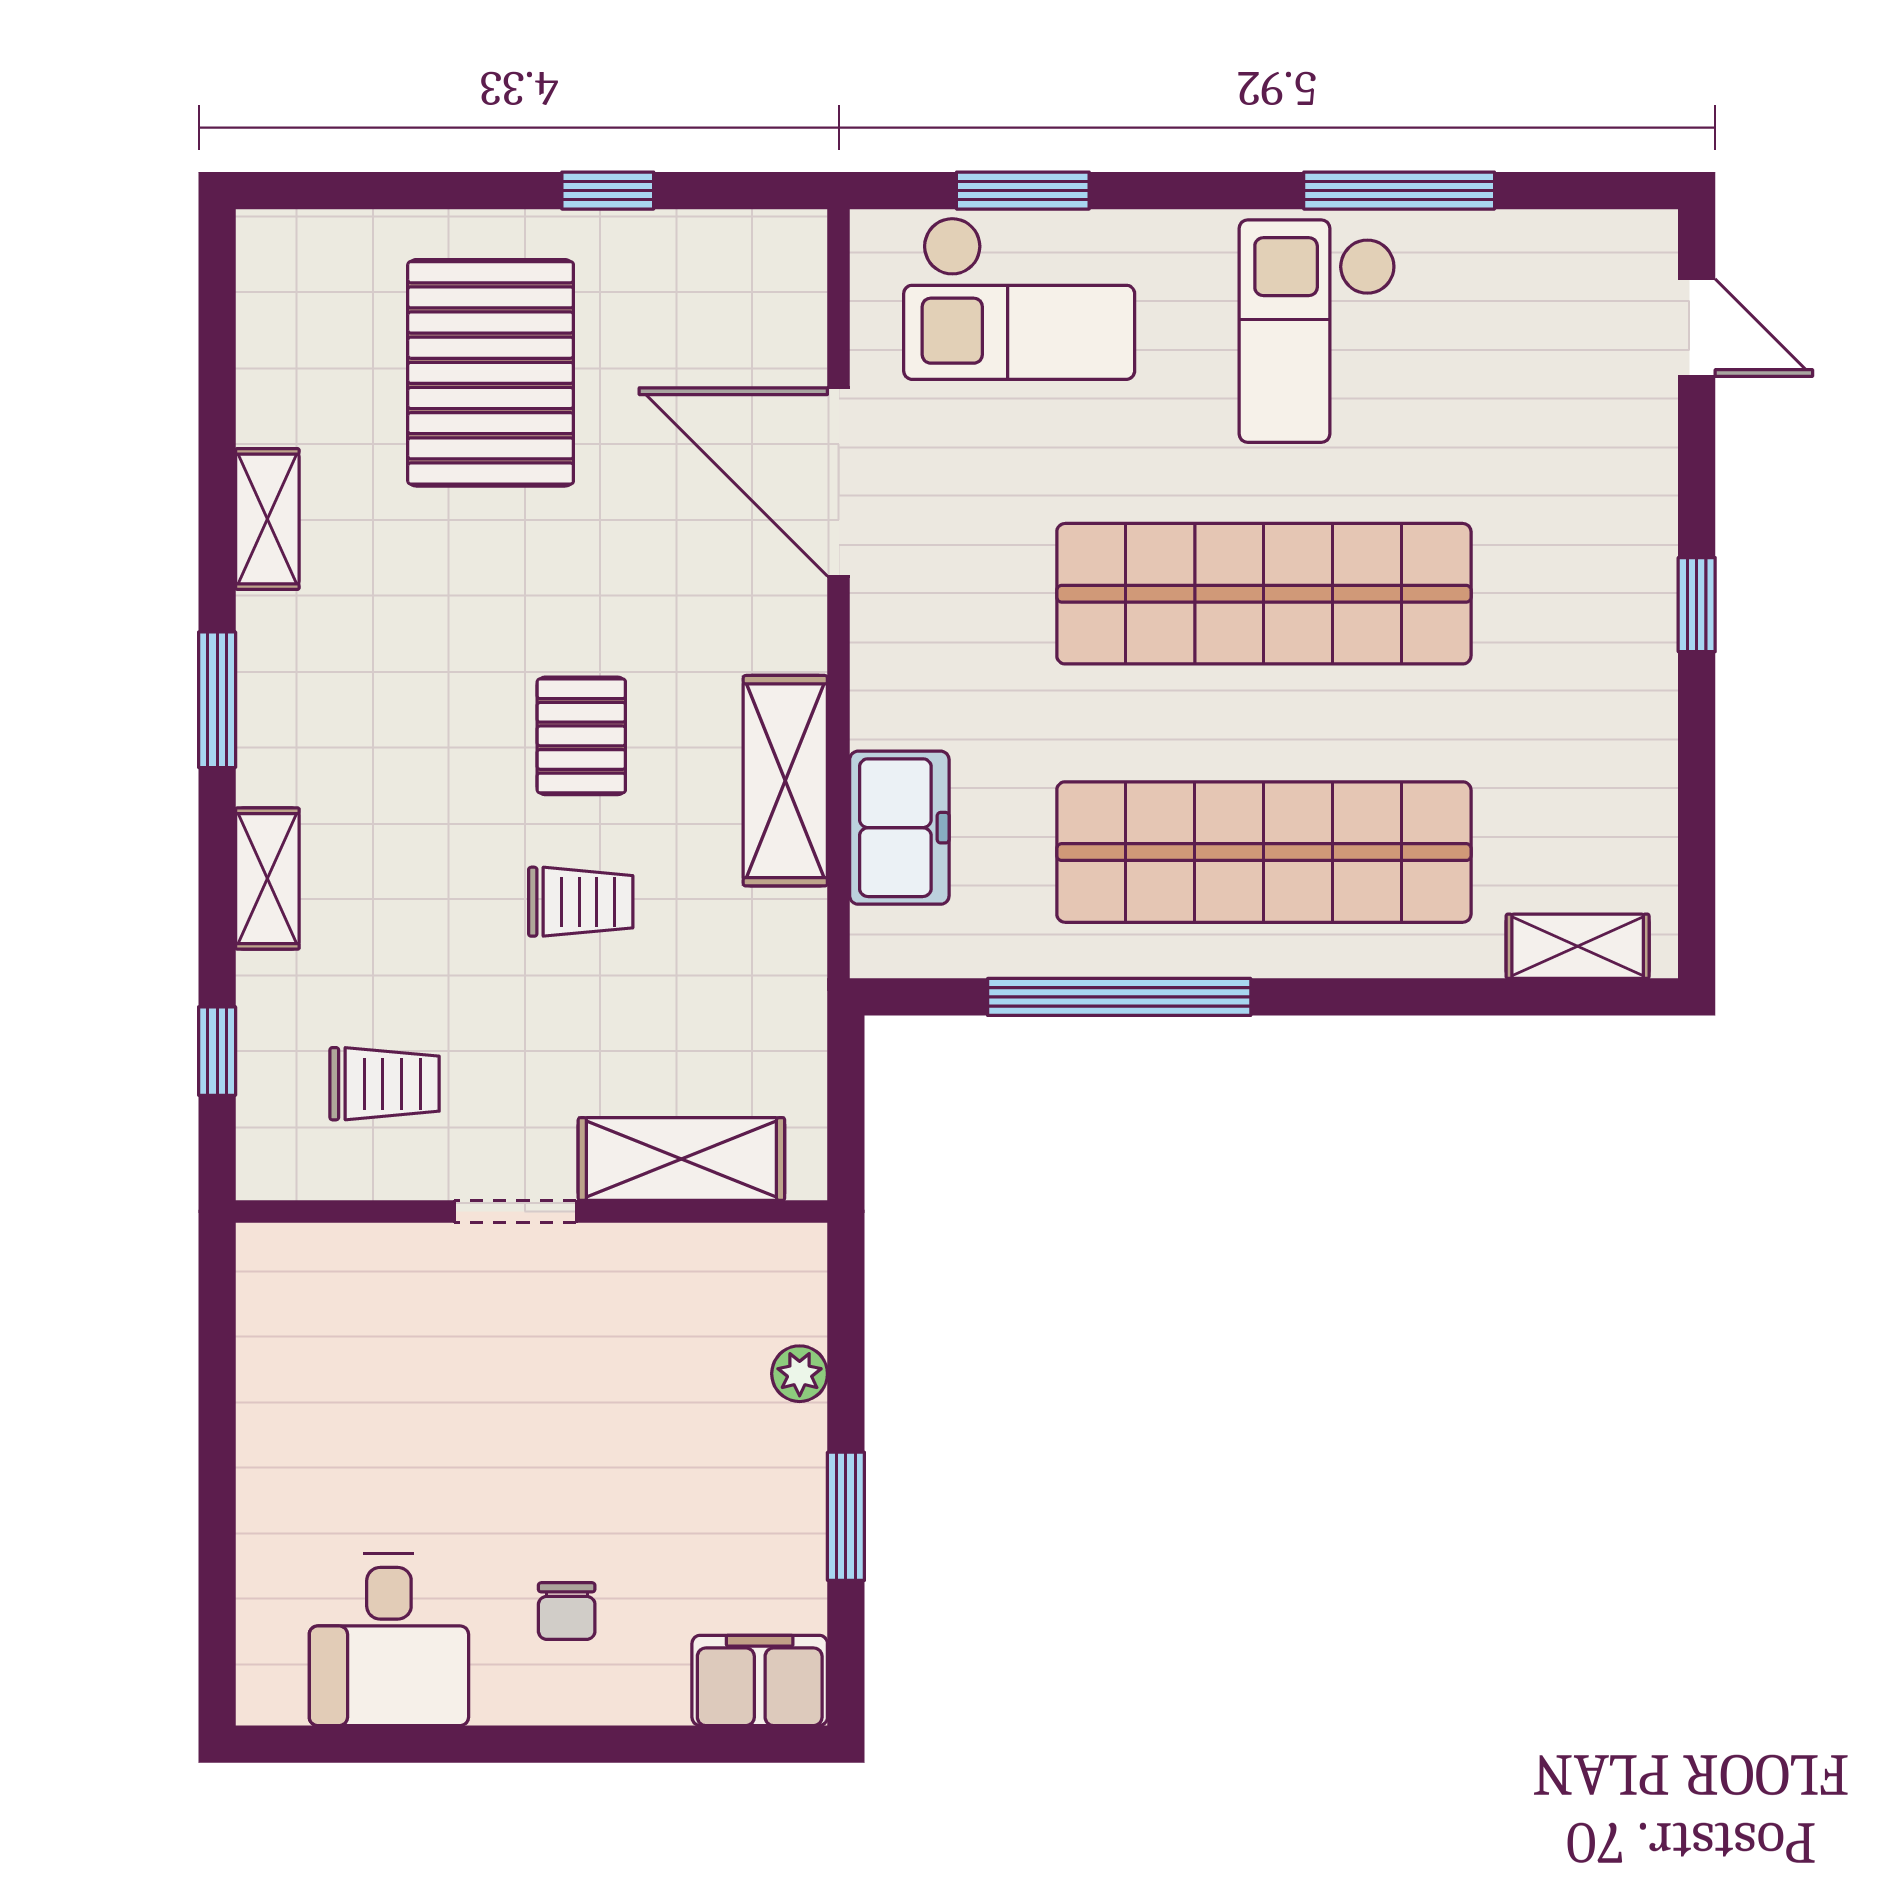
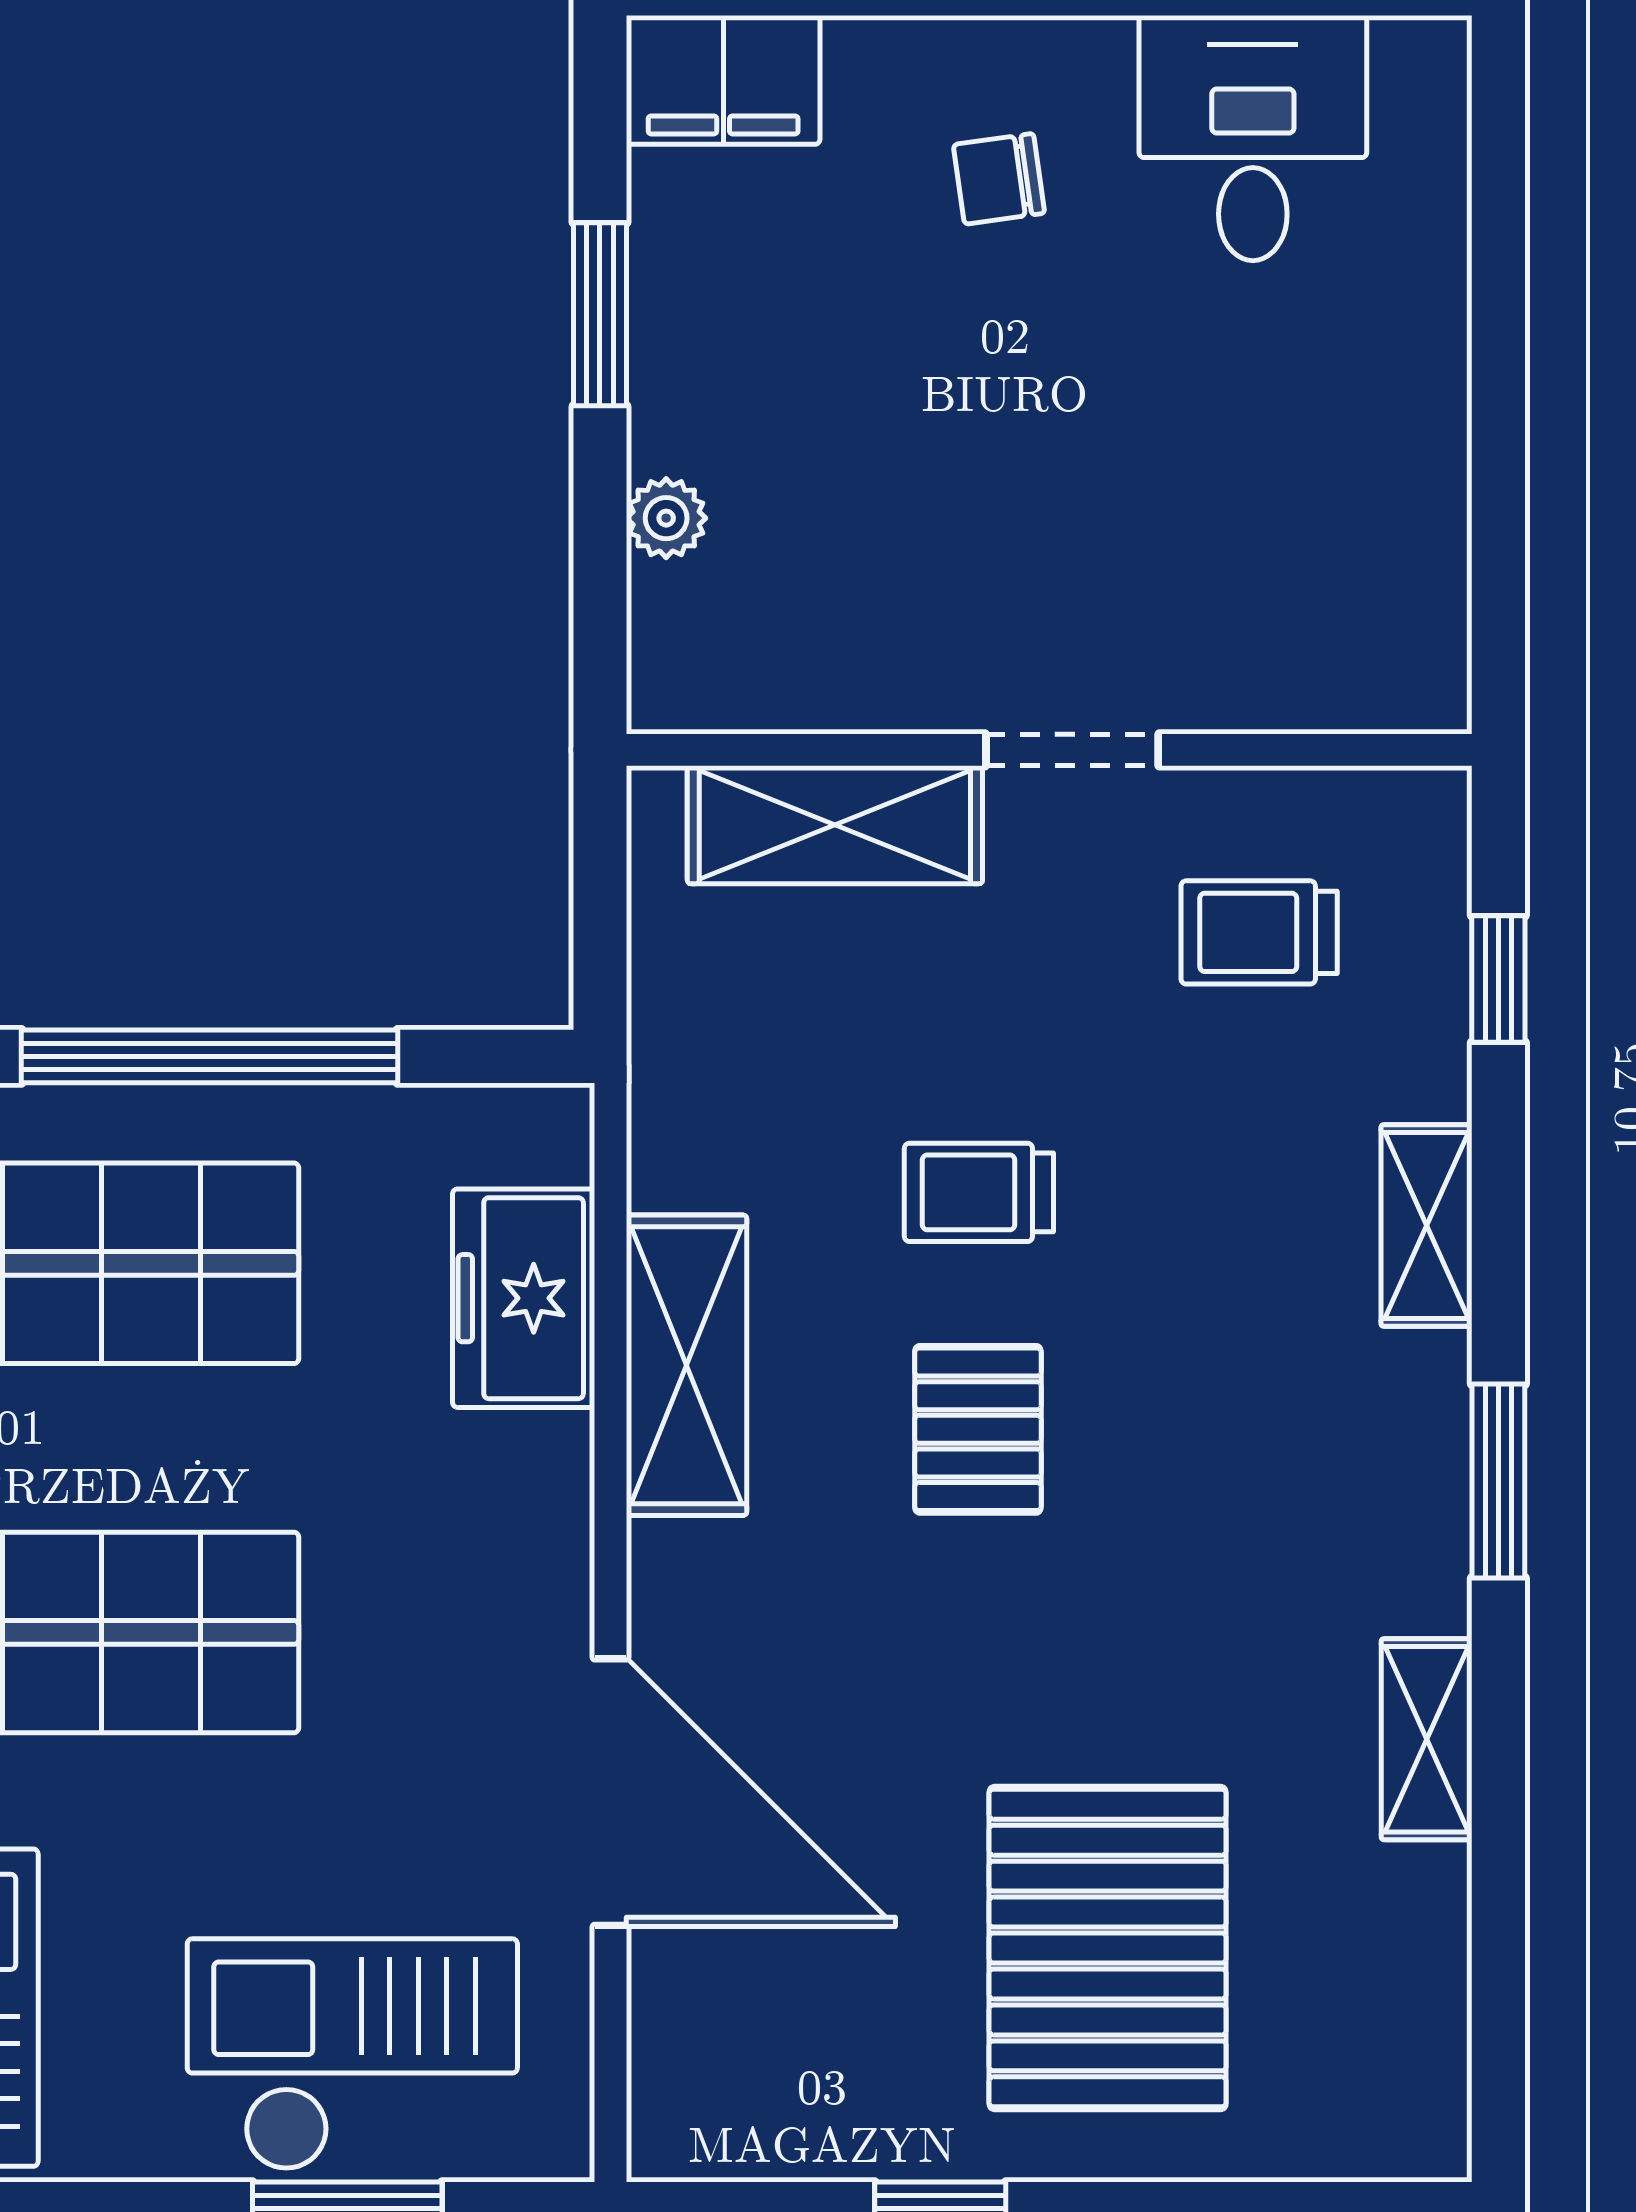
chair: (567, 1611) -> (999, 179), turned -98

